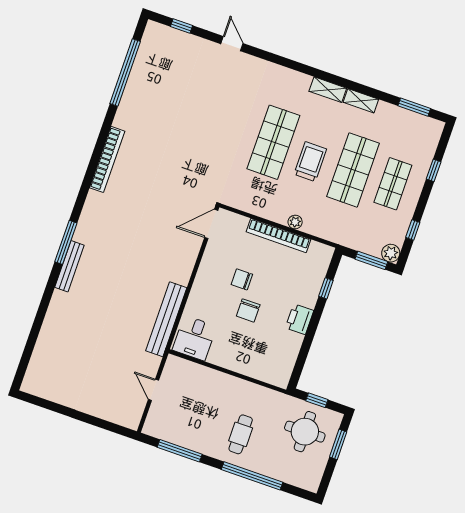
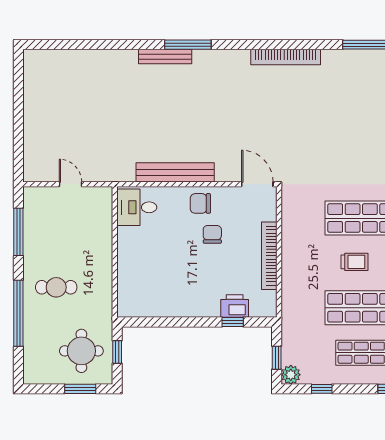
trolley: (310, 162) -> (354, 262), width x0.73, depth x0.72
plant: (295, 222) -> (289, 268), removed
window: (371, 260) -> (277, 358), width x0.67
chair: (248, 310) -> (200, 203), moved
bench: (166, 319) -> (175, 172), moved
printer: (299, 319) -> (235, 306), moved
door: (154, 390) -> (70, 184), hinge flipped

